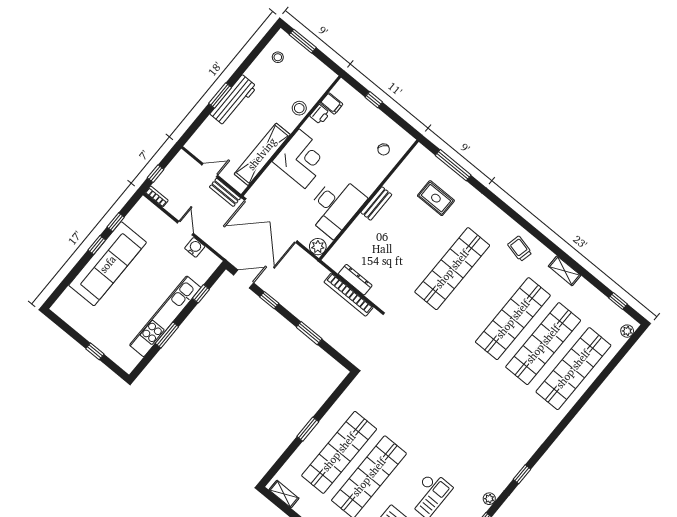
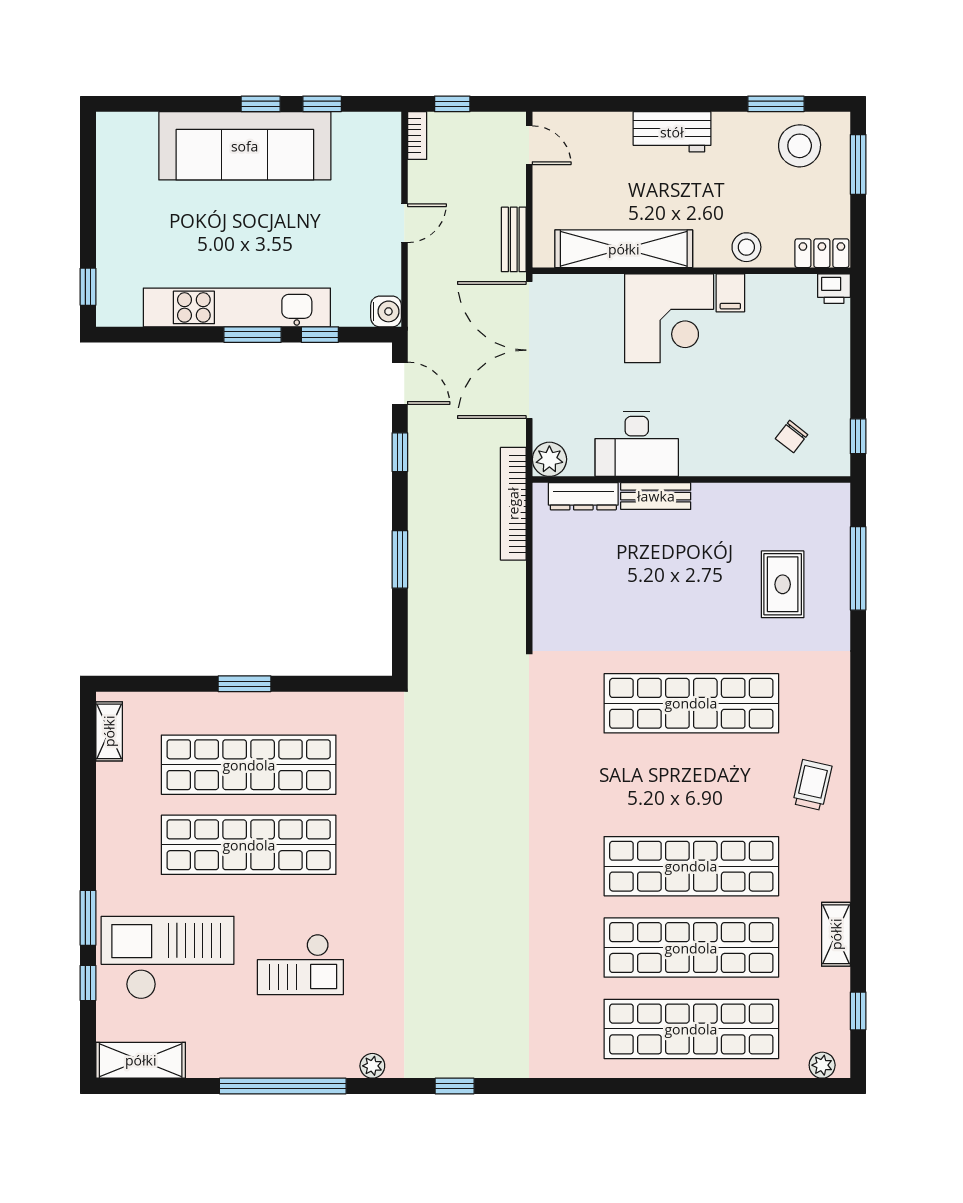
stool: (278, 57) -> (800, 146), width x1.89, depth x1.89
locker: (325, 82) -> (822, 253), added
window: (220, 95) -> (776, 104), moved
workbench: (233, 100) -> (672, 132), width x0.73
window: (374, 100) -> (858, 436), moved
filing cabinet: (332, 104) -> (730, 293), moved
printer: (320, 115) -> (834, 289), moved
door: (210, 170) -> (529, 145), moved
bench: (376, 204) -> (656, 496), moved
desk: (335, 206) -> (637, 444), width x0.73, depth x0.77
water cooler: (195, 247) -> (386, 311), moved
shelving: (565, 271) -> (836, 934), moved
dresser: (355, 280) -> (583, 496), moved, turned 90
bookcase: (349, 295) -> (513, 504), moved
window: (167, 335) -> (253, 335), moved
window: (95, 351) -> (88, 287), moved

